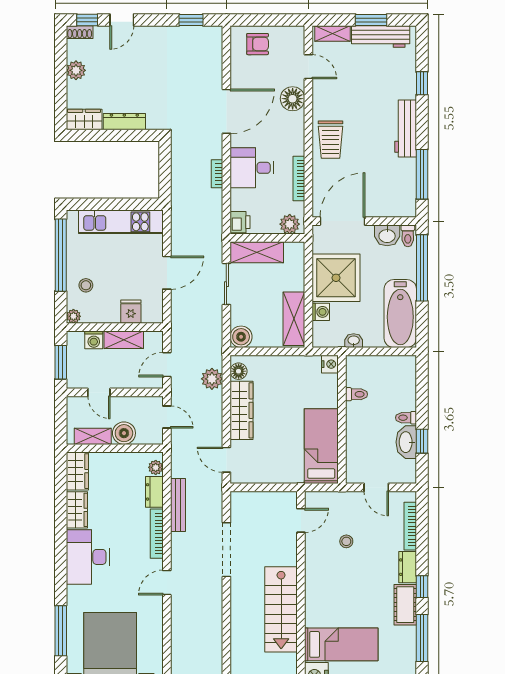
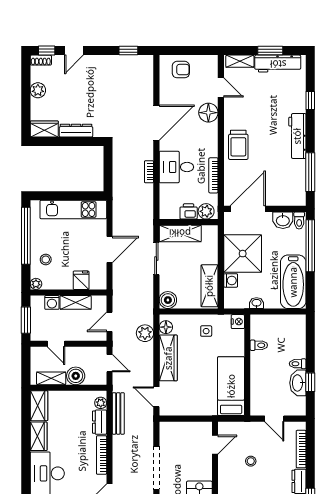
printer: (240, 222) -> (189, 211), moved, turned -90
side table: (290, 376) -> (206, 331), added
bench: (178, 505) -> (118, 413), moved

